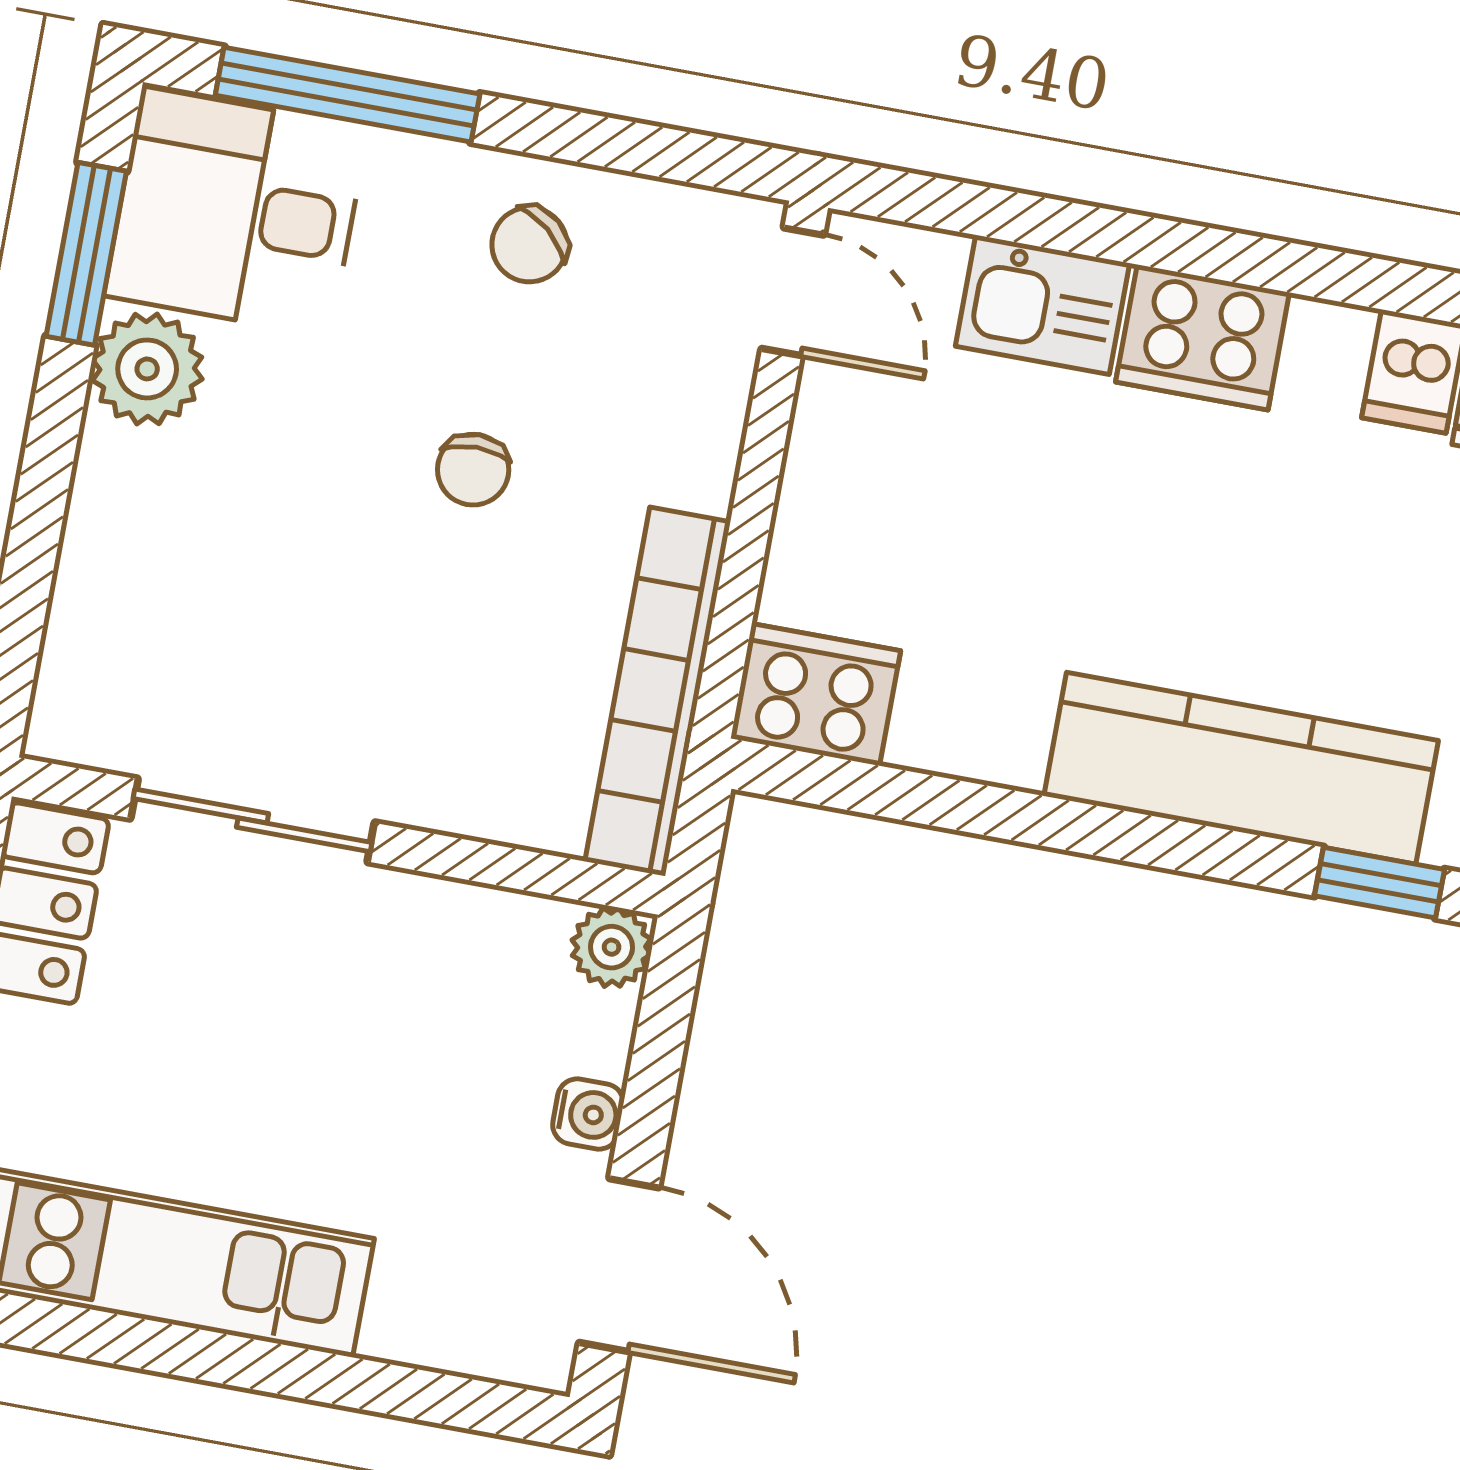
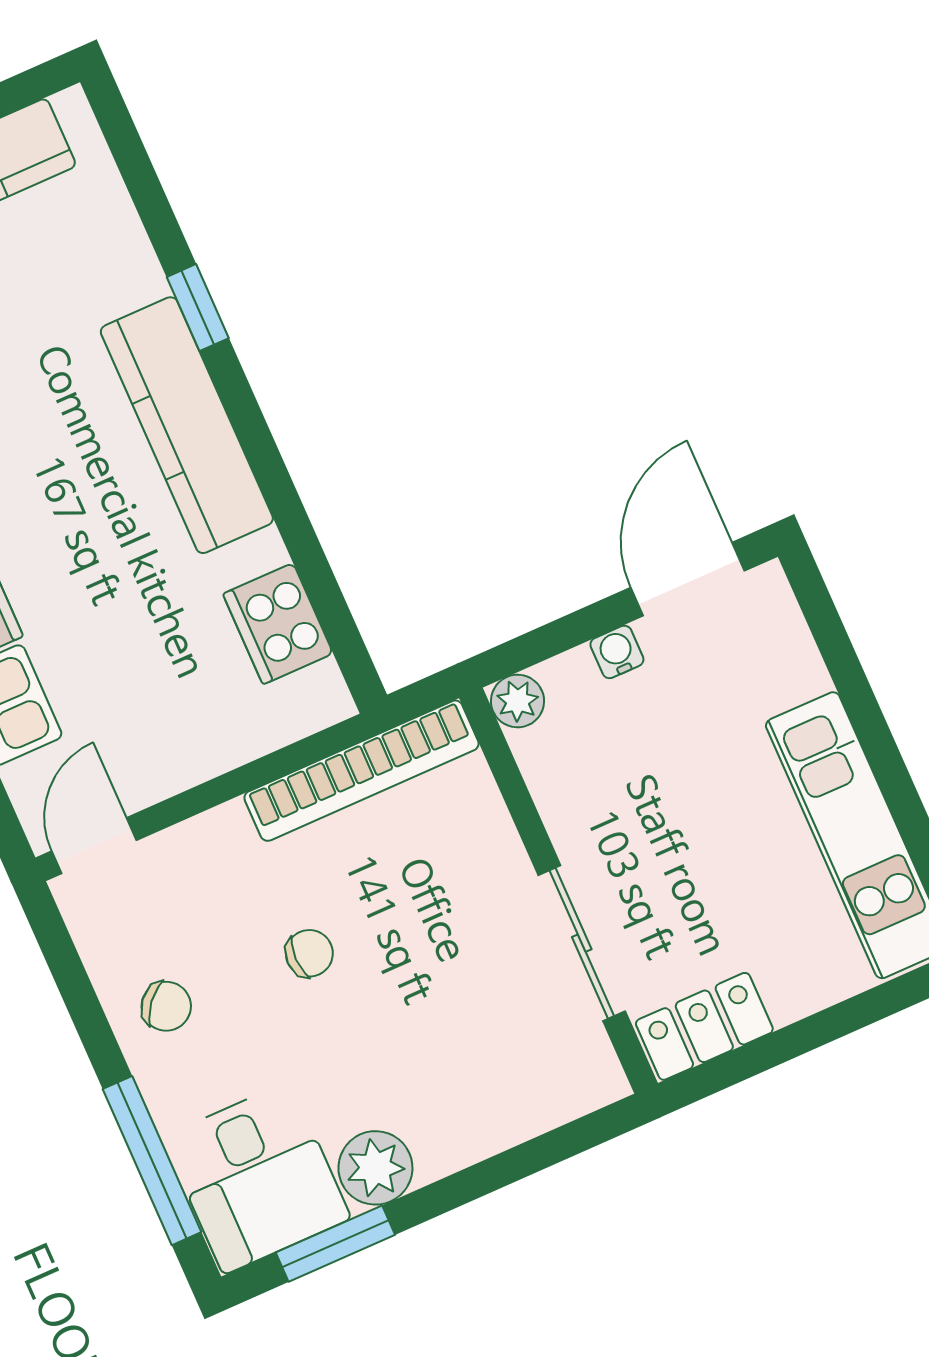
cooker: (816, 695) -> (278, 624), moved

